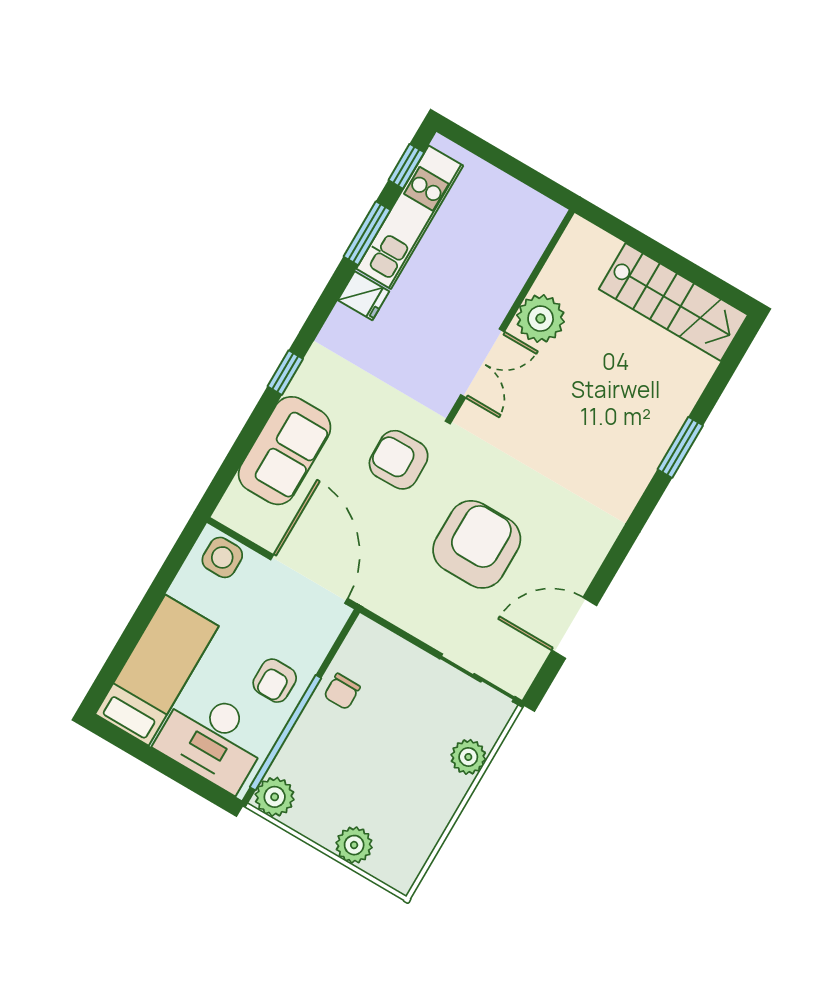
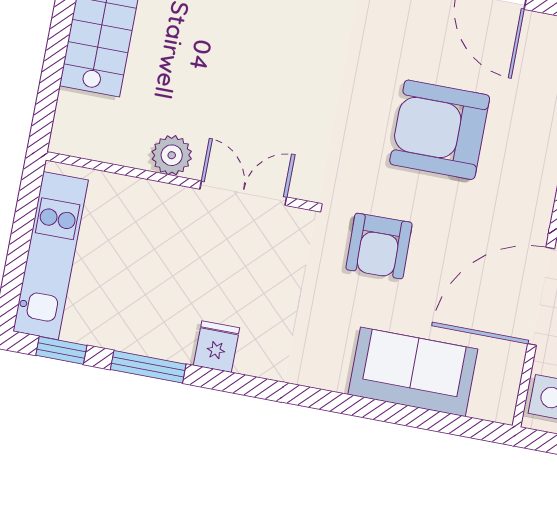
kitchen unit: (410, 217) -> (51, 256), moved, turned 90
plant: (541, 319) -> (172, 155), width x0.73, depth x0.73
window: (285, 373) -> (329, 401), removed

